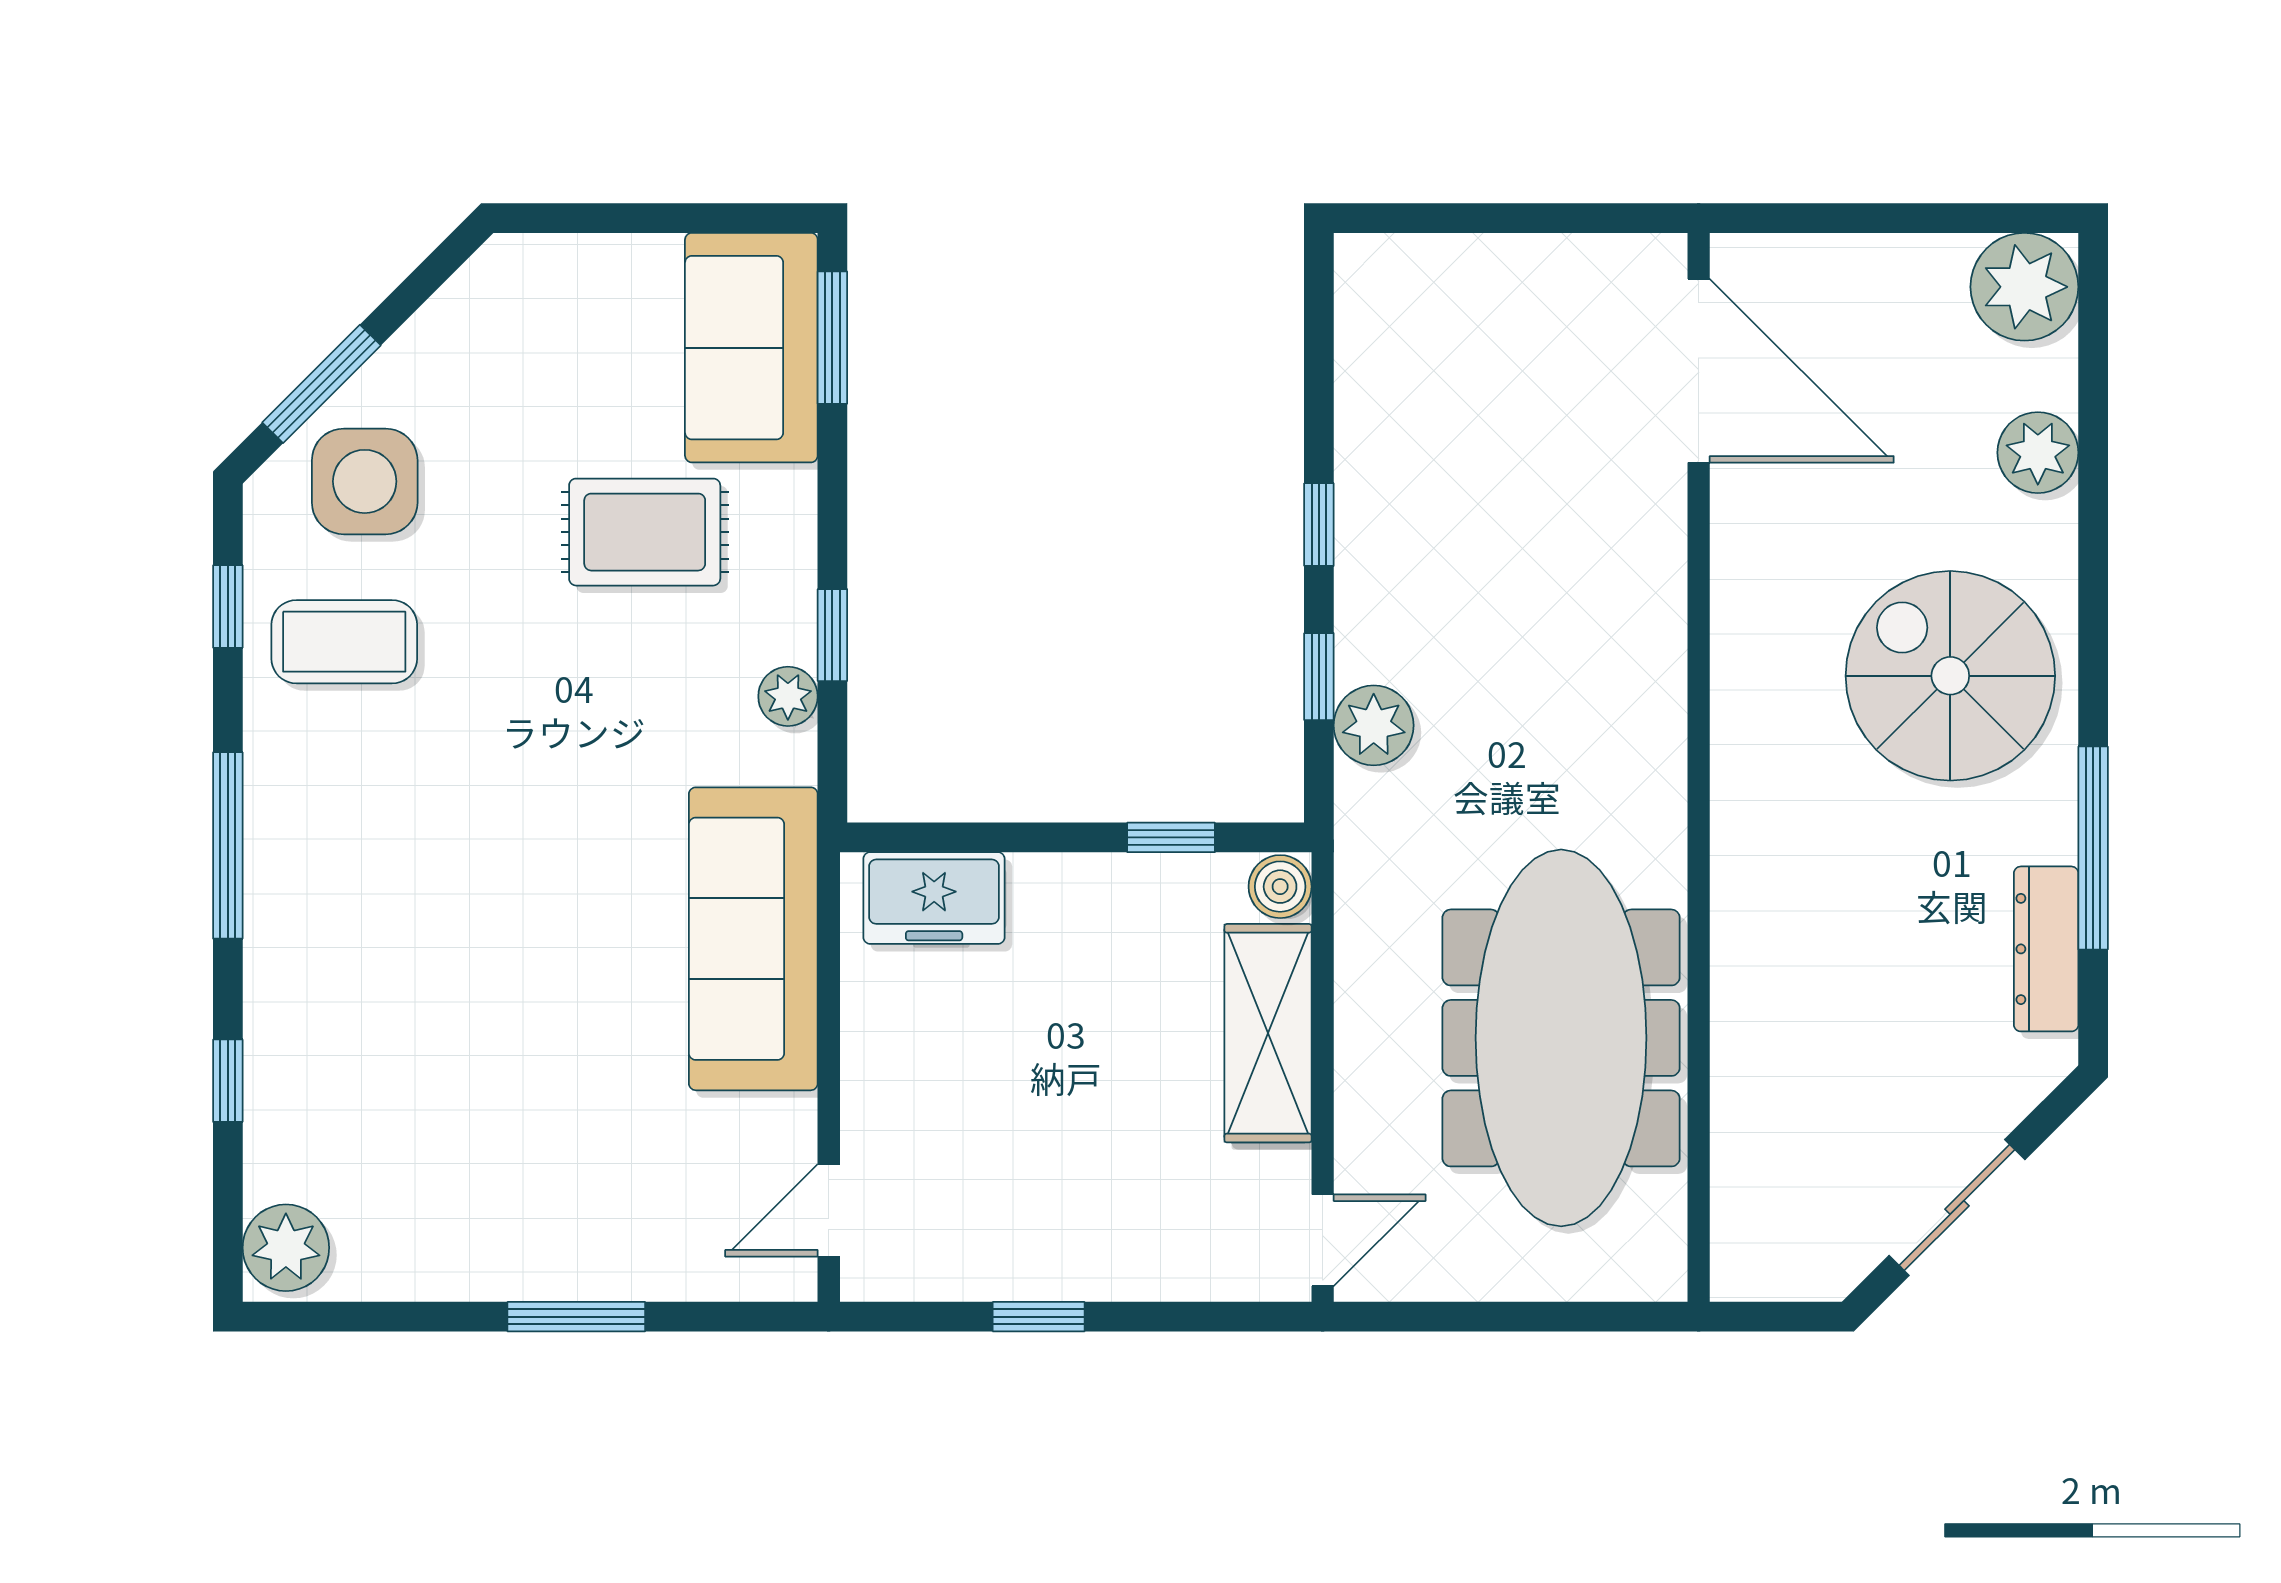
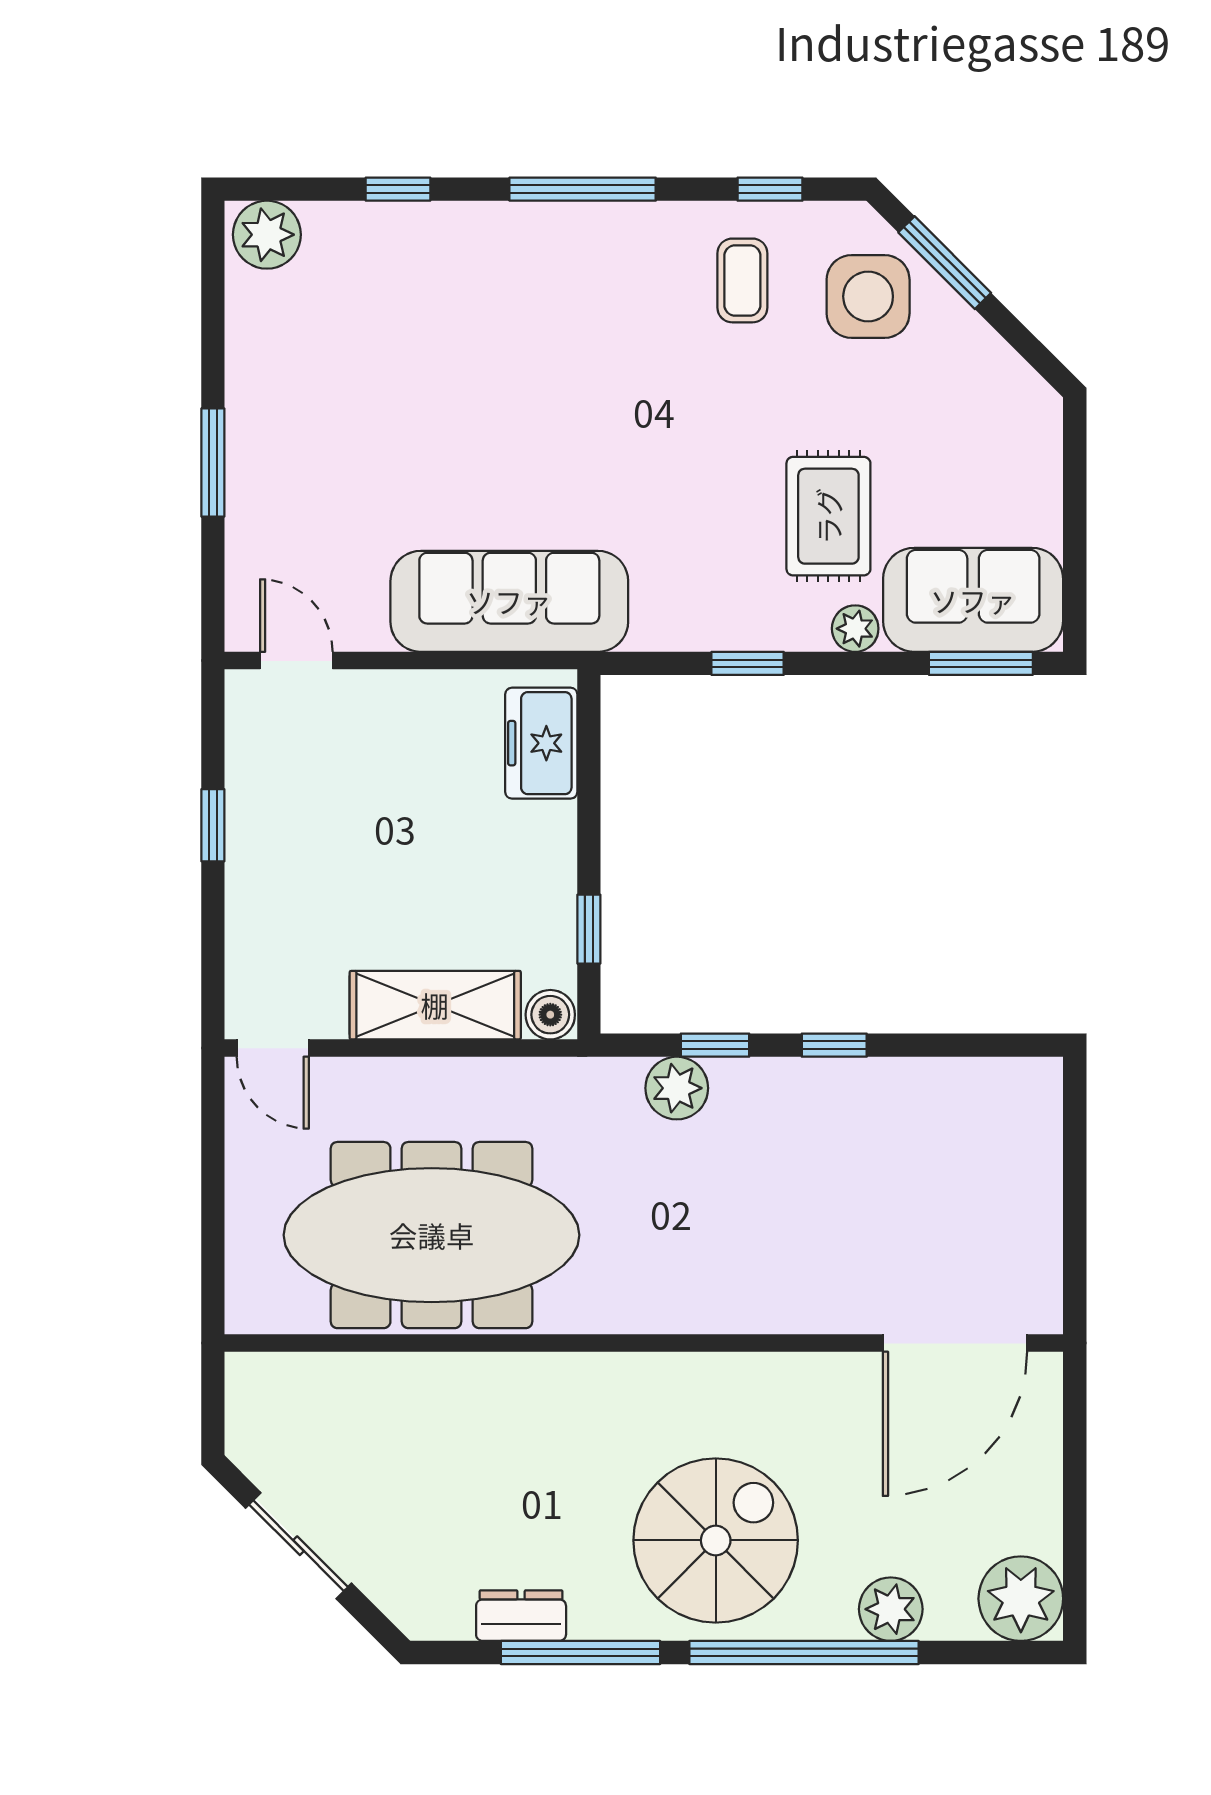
window: (2093, 563) -> (804, 1652), added
coffee table: (344, 642) -> (742, 280), width x0.73, depth x0.77
plant: (788, 696) -> (855, 629), moved
dresser: (2046, 949) -> (521, 1616), width x0.70

